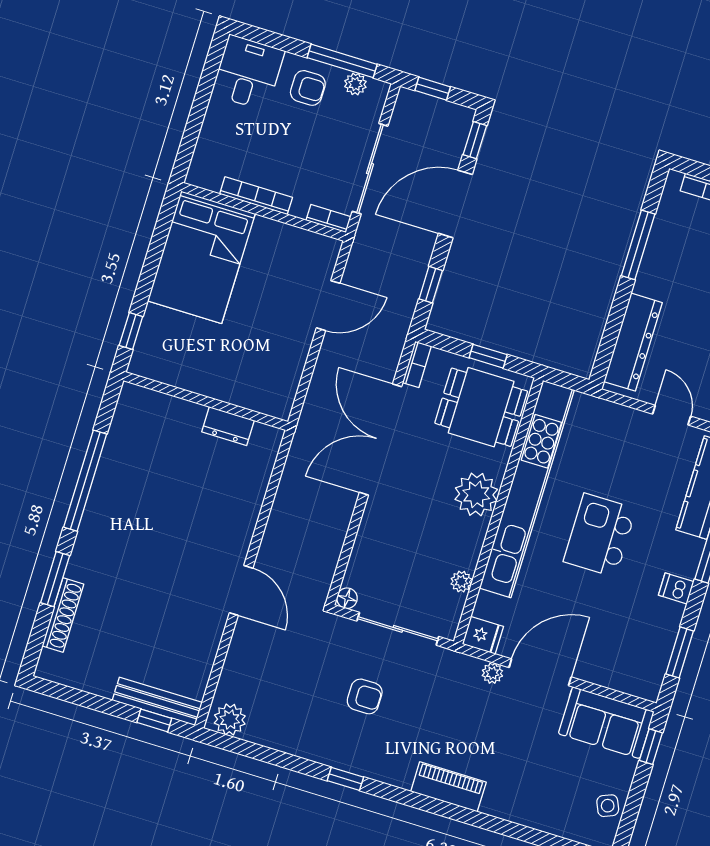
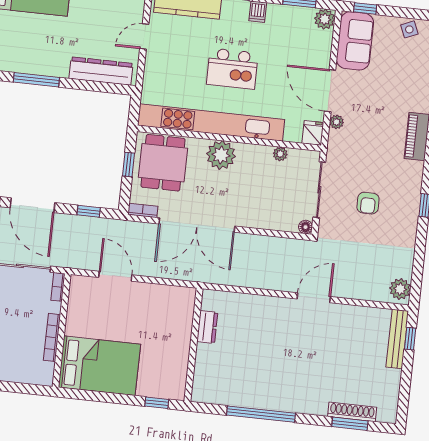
window: (55, 579) -> (350, 424), moved
plant: (646, 684) -> (325, 19), added
armchair: (365, 696) -> (368, 203), turned 180

